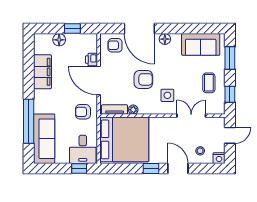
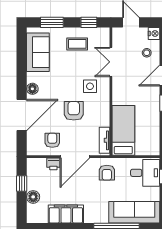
armchair: (115, 45) -> (52, 140), moved, turned 180
plant: (133, 110) -> (105, 121), removed
bed: (124, 139) -> (123, 130), width x0.49

